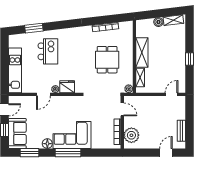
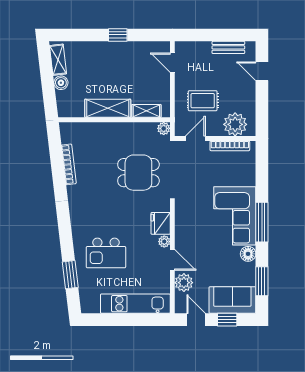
kitchen island: (48, 51) -> (106, 253), turned 180
dining table: (107, 60) -> (138, 173), moved
plant: (29, 102) -> (184, 283), added
rug: (147, 114) -> (203, 101), added

